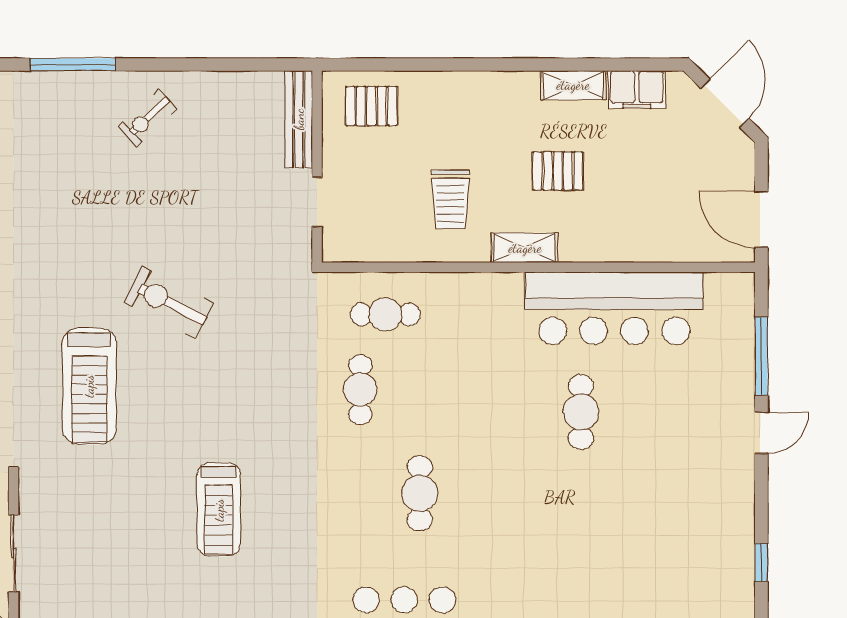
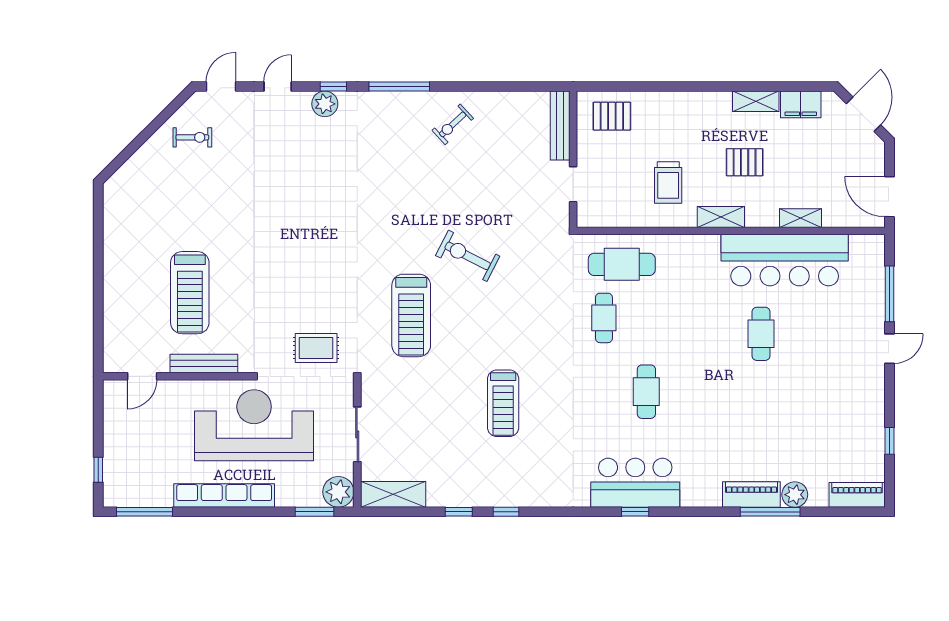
shelving: (636, 249) -> (800, 218), added
cafe table: (385, 314) -> (622, 264), width x1.37, depth x1.35

